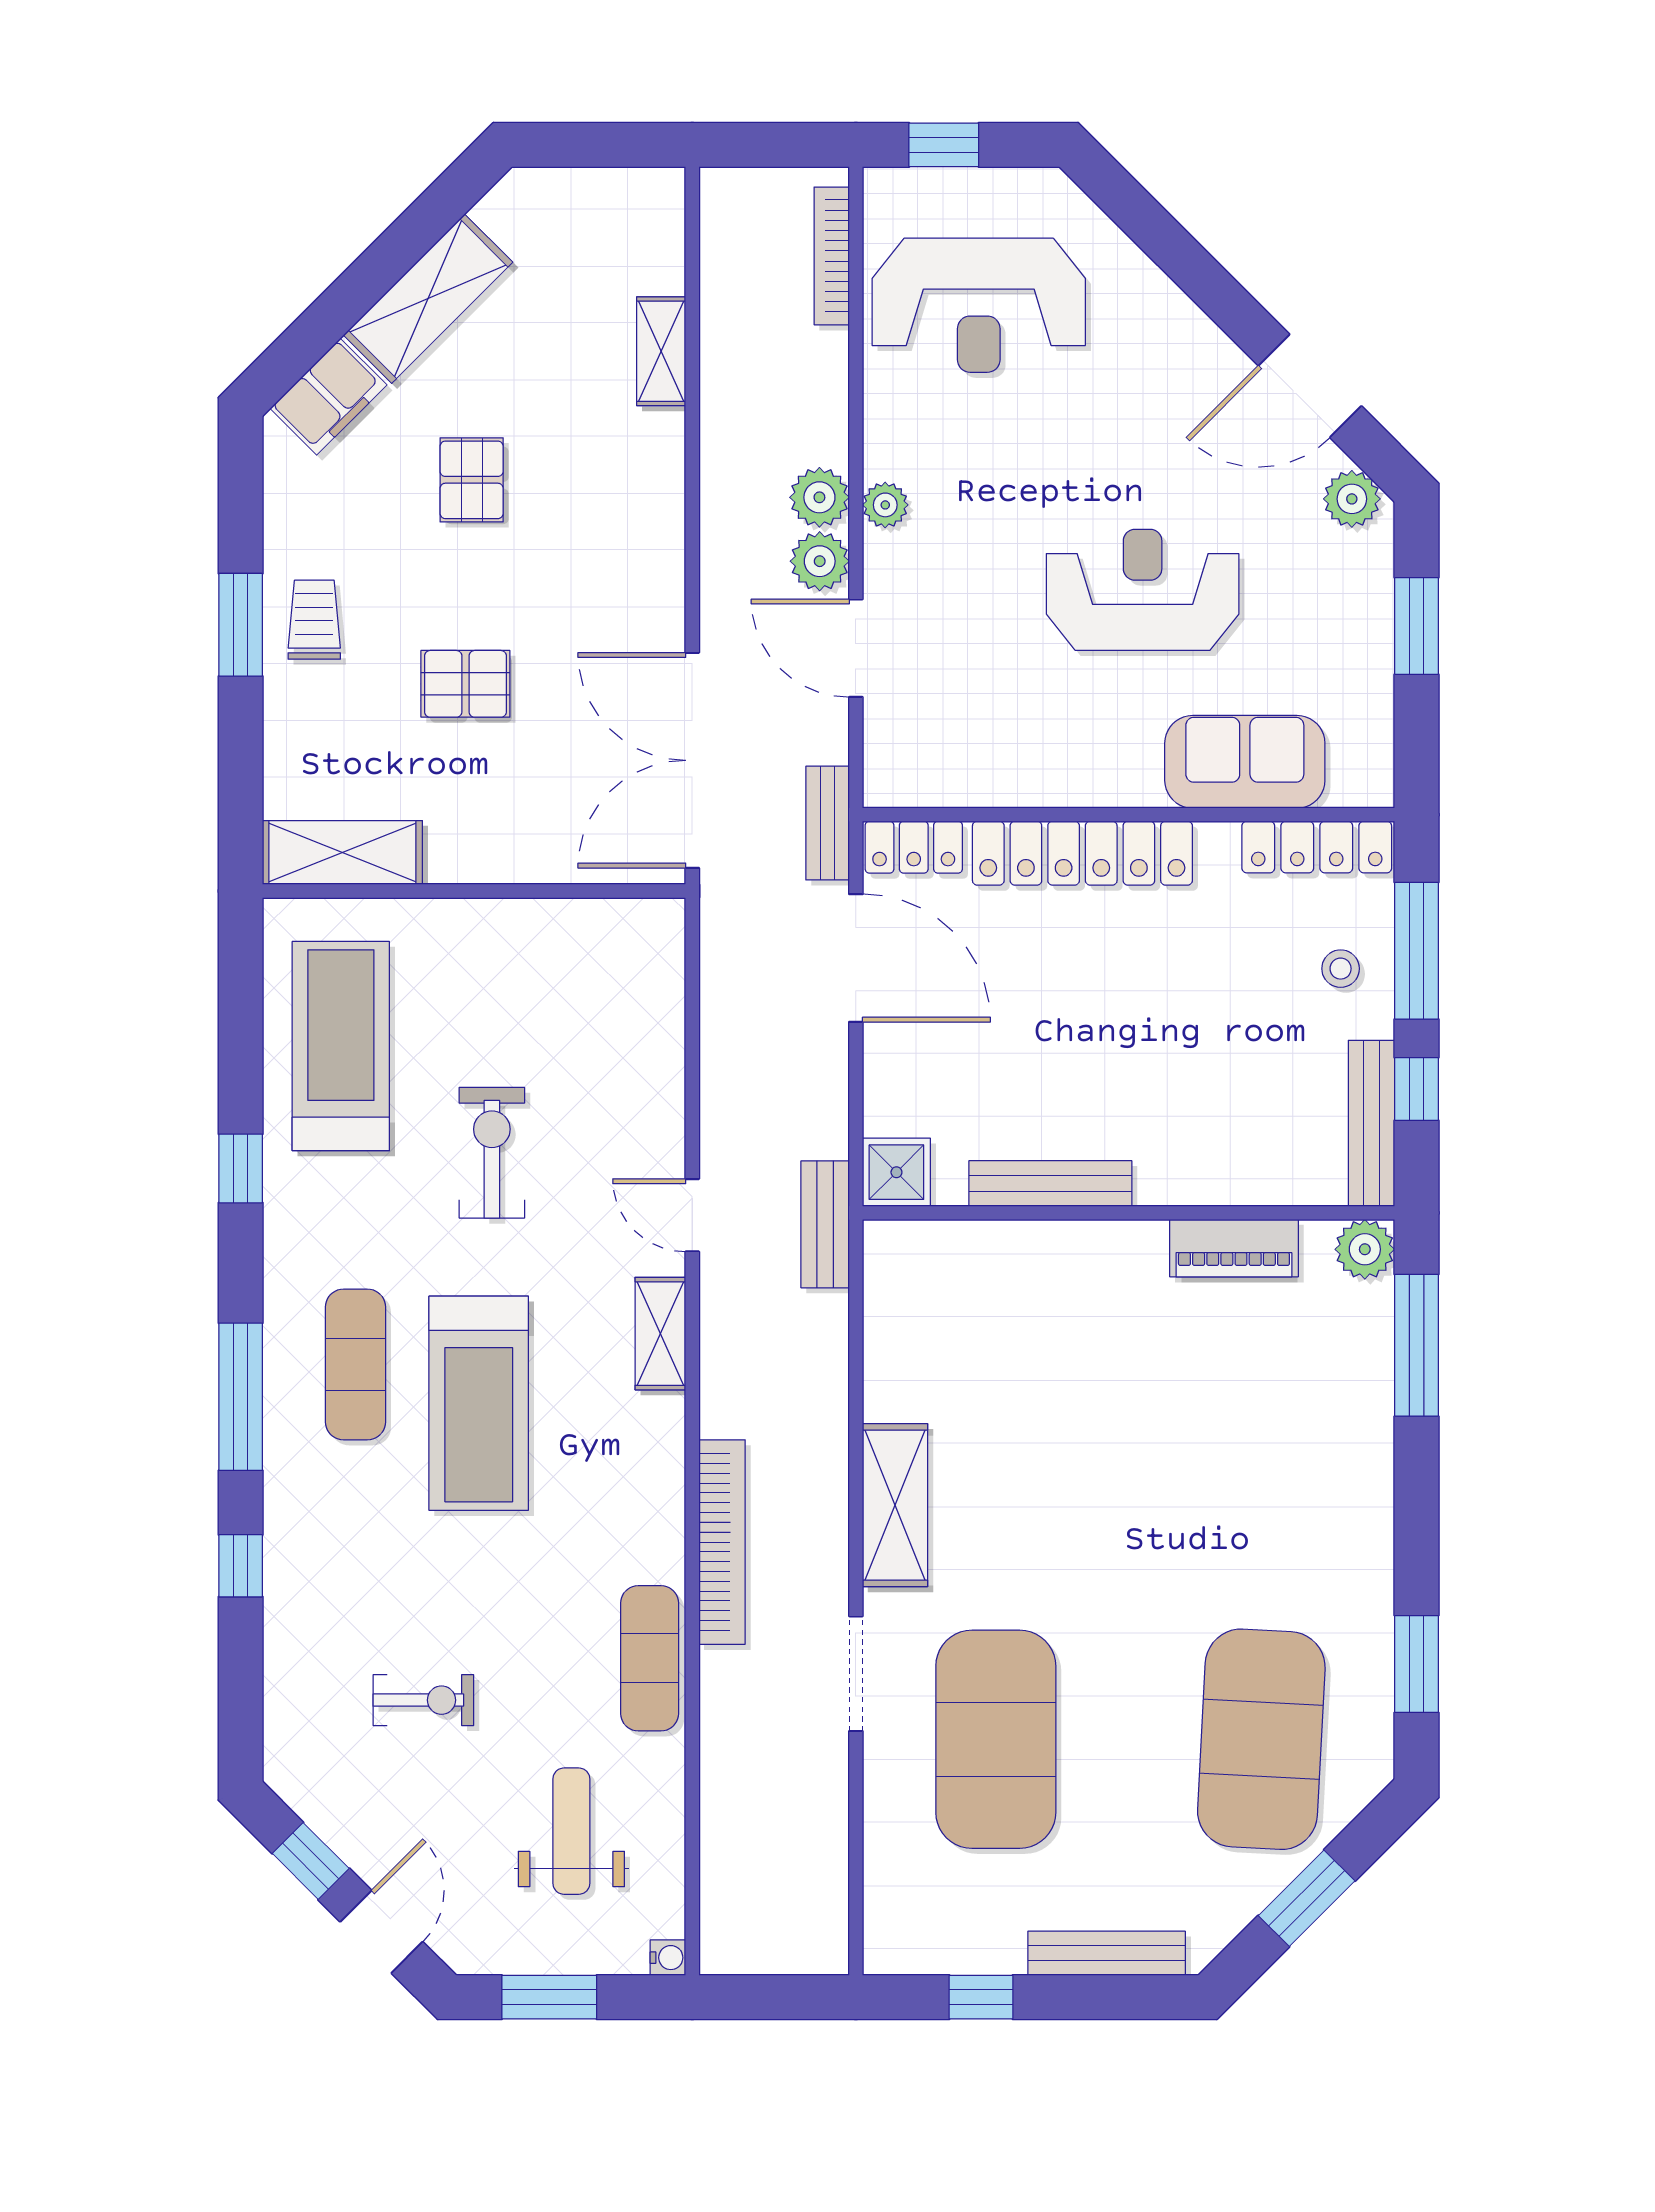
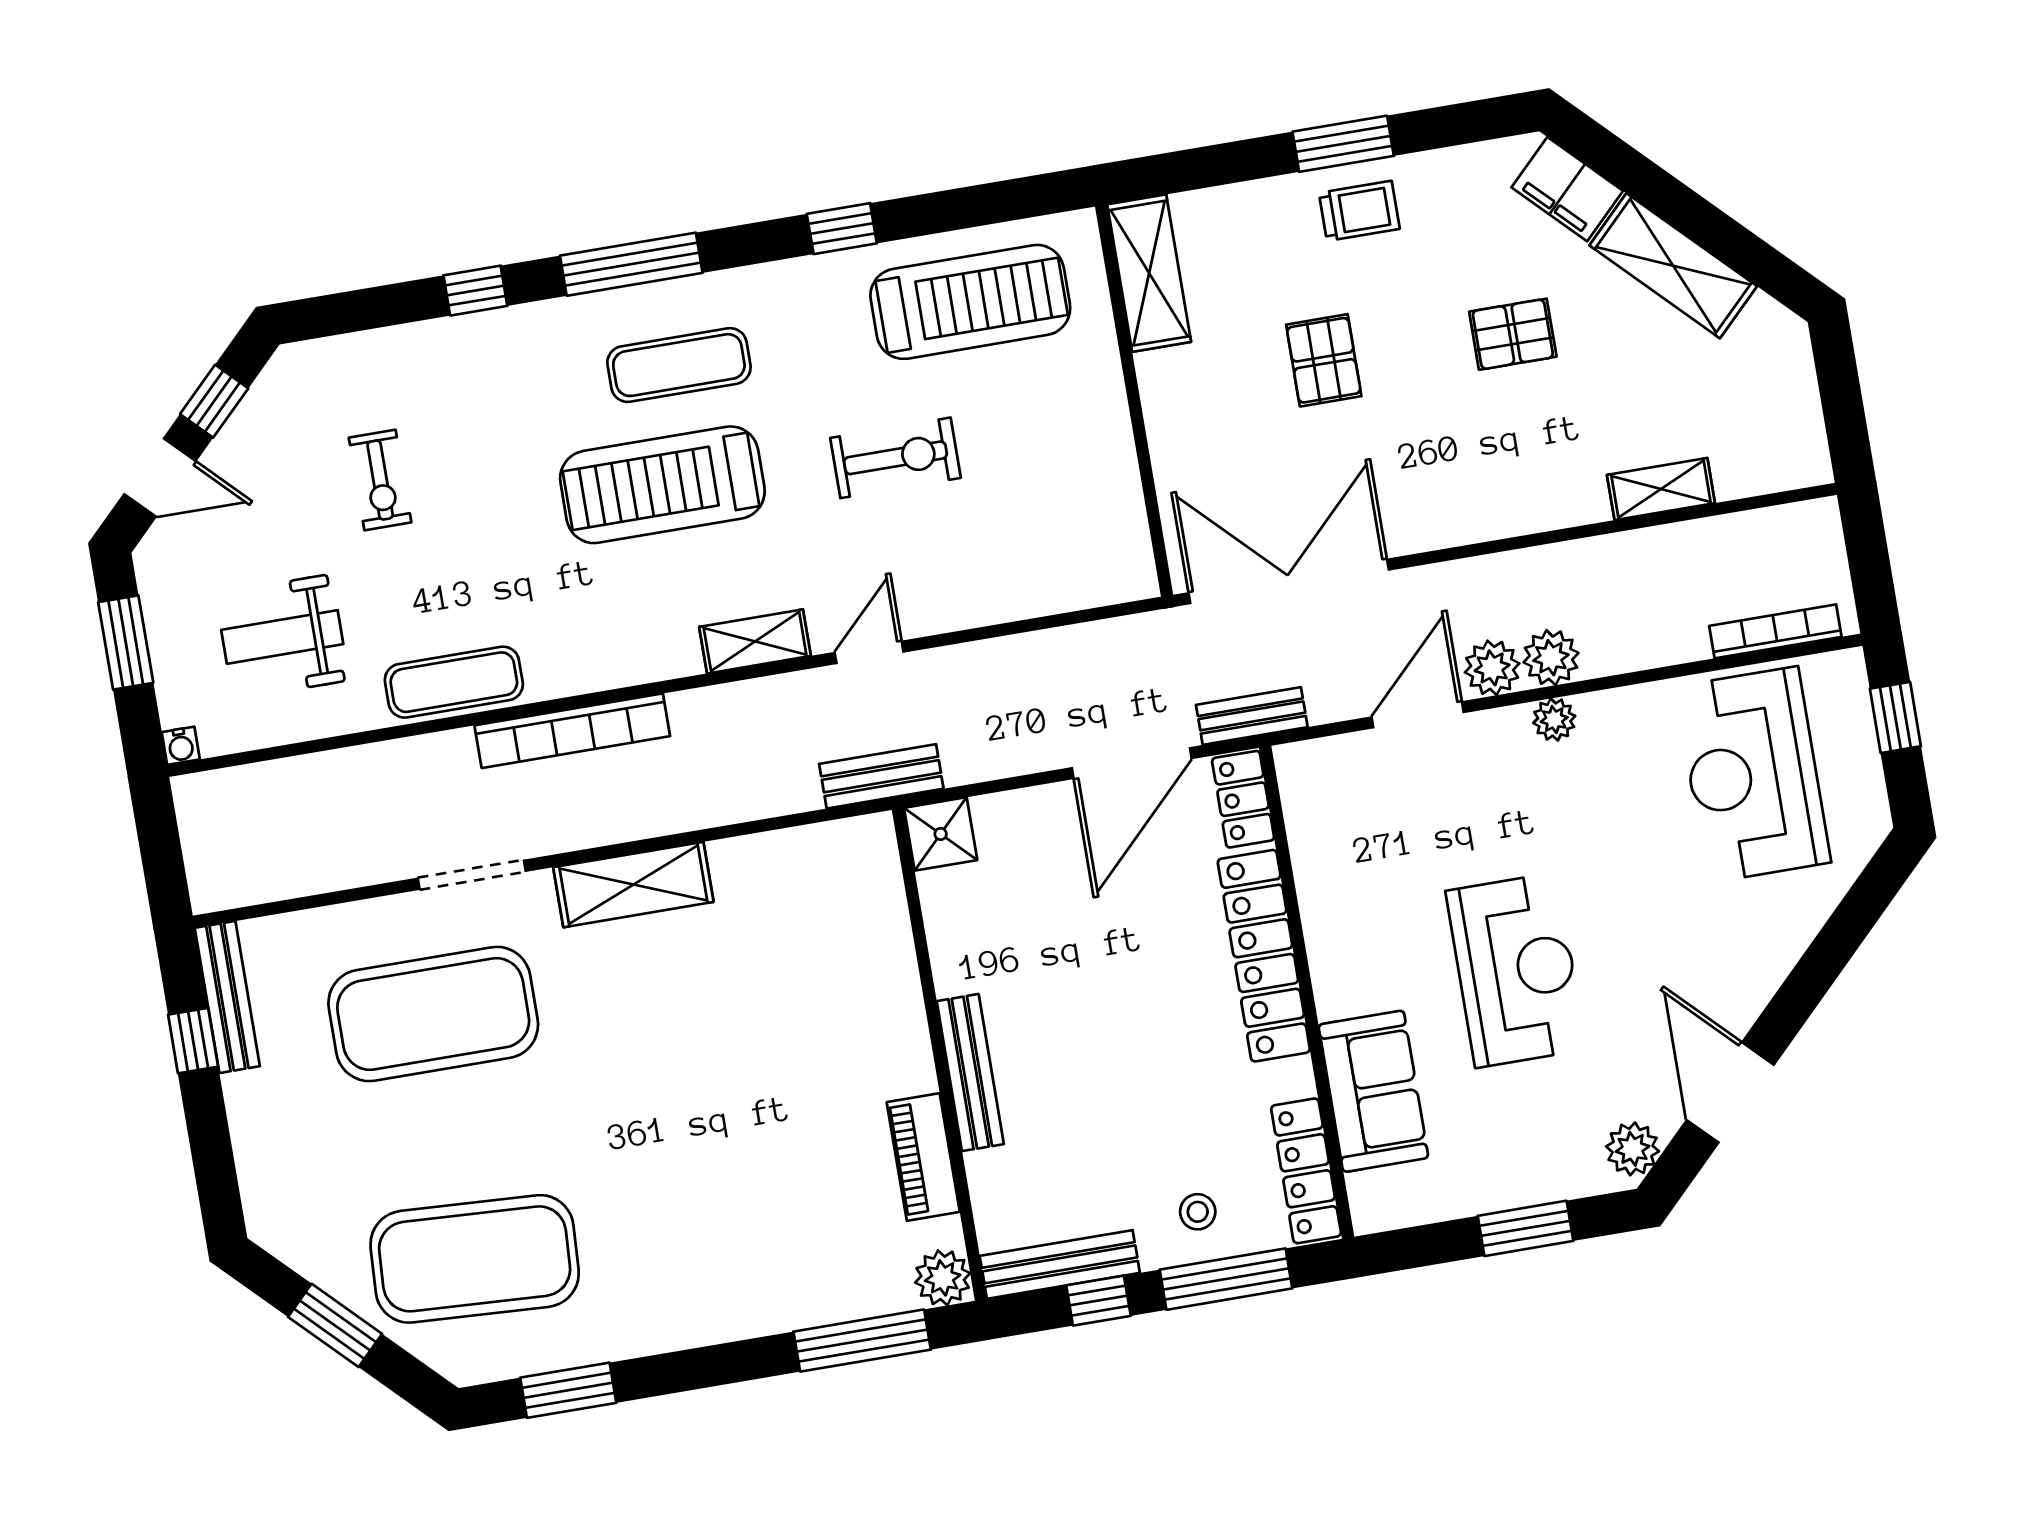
bench: (1050, 1183) -> (970, 1073), moved
weight bench: (571, 1831) -> (282, 637), turned 180
bench: (1107, 1953) -> (227, 997), moved

